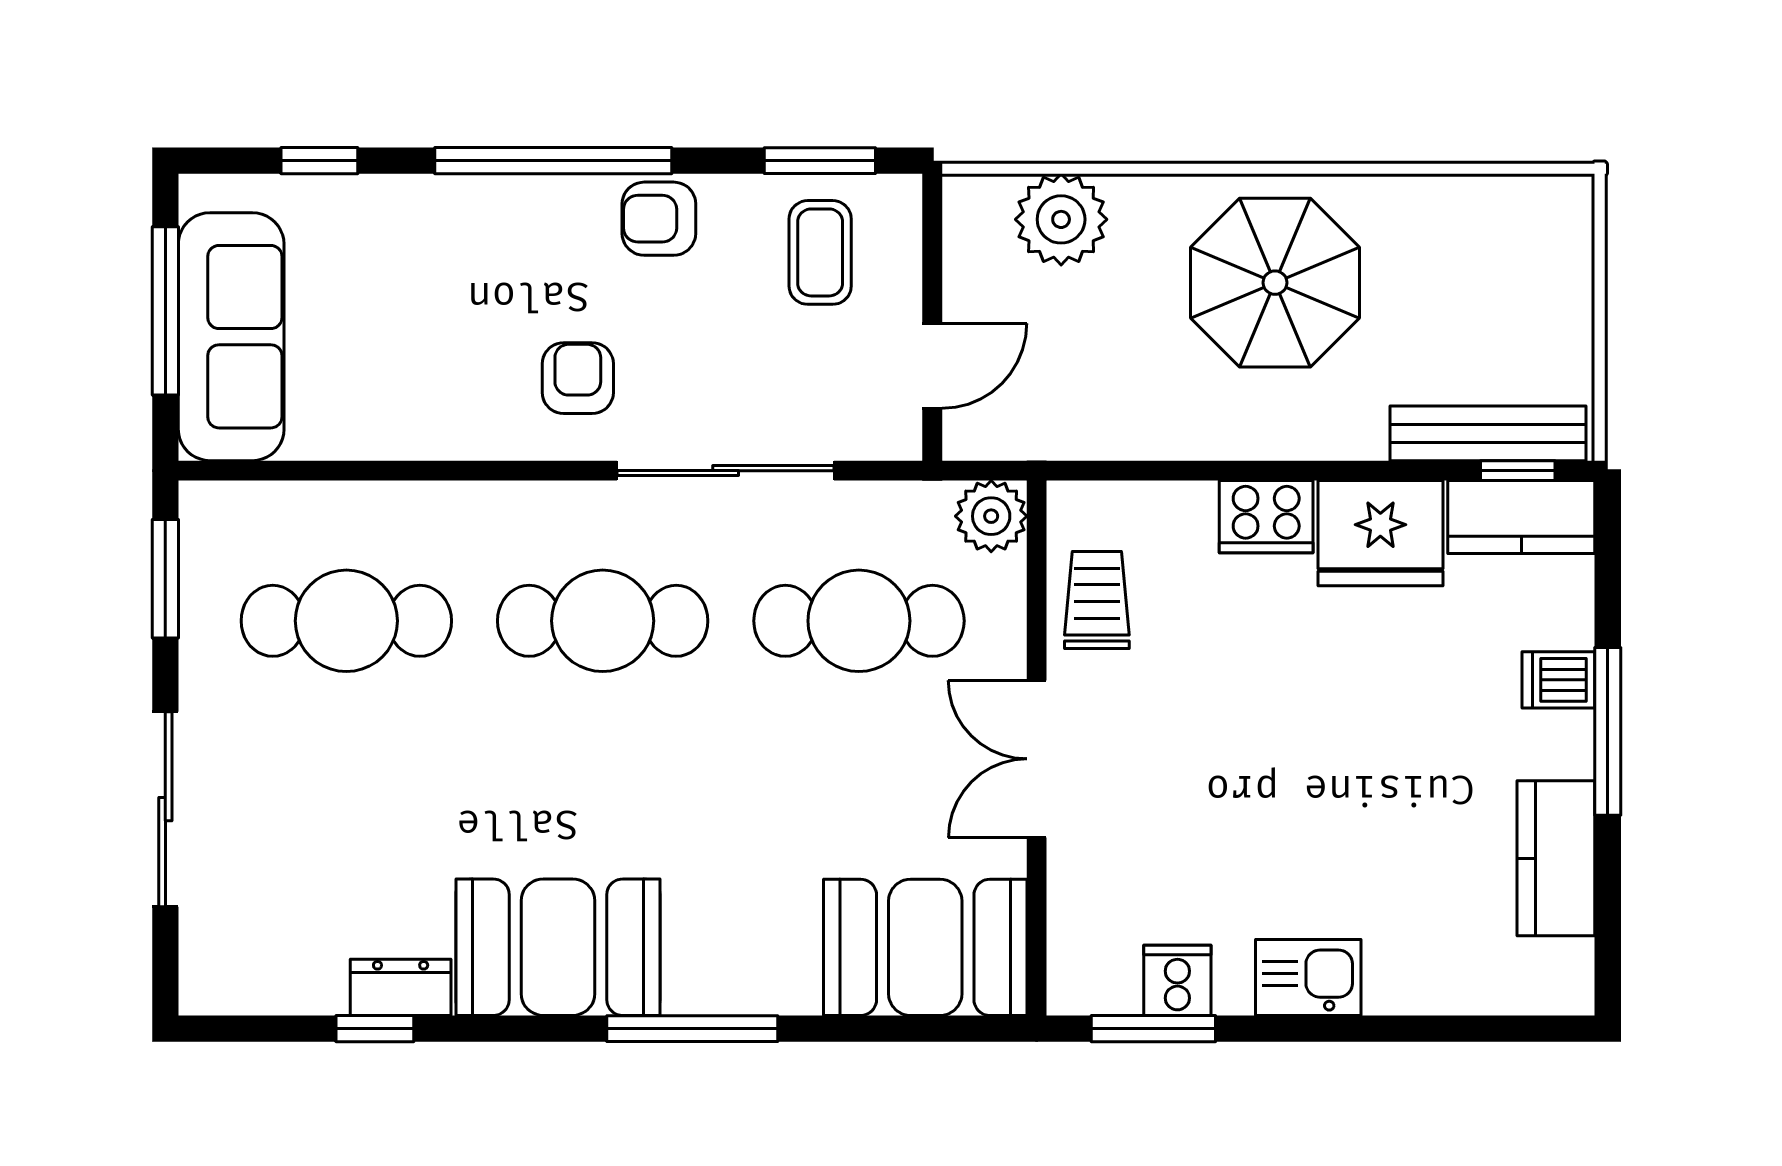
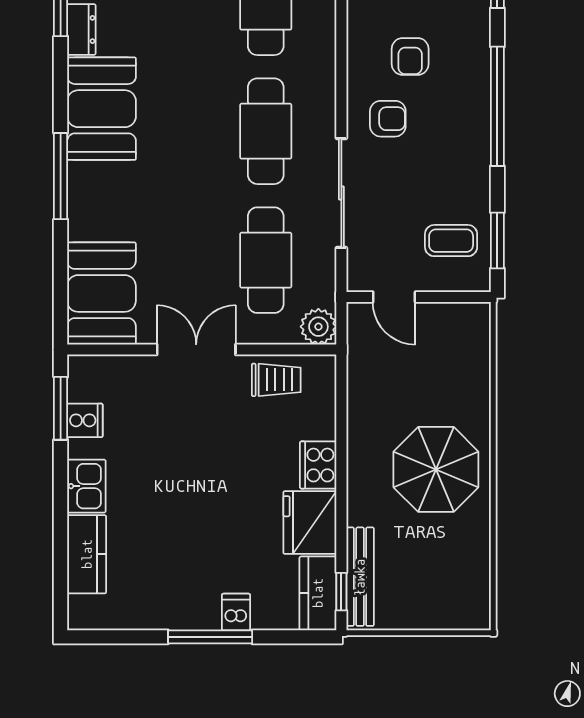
armchair: (659, 219) -> (410, 56), moved, turned 180
plant: (1061, 219) -> (468, 362), removed
kitchen counter: (1556, 858) -> (87, 554), moved, turned 90

